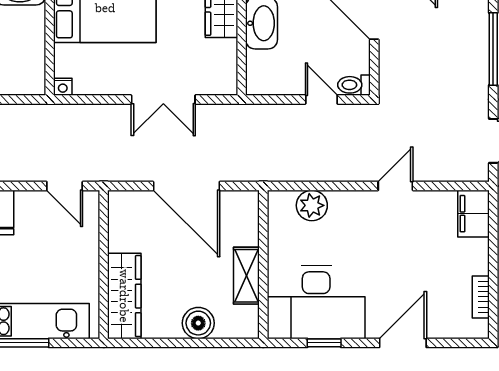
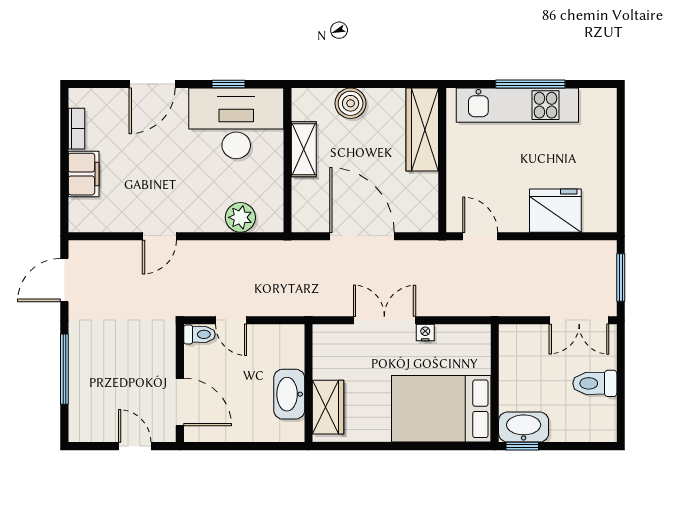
nightstand: (63, 87) -> (425, 333), moved
filing cabinet: (473, 214) -> (84, 174), moved

